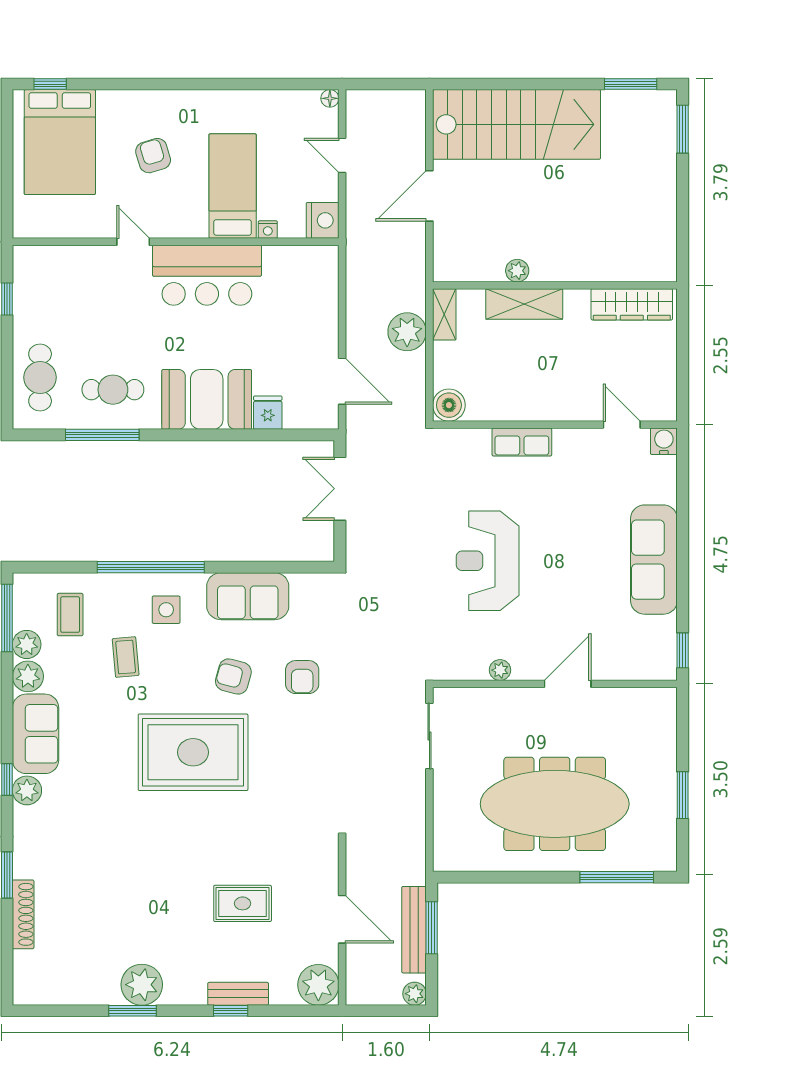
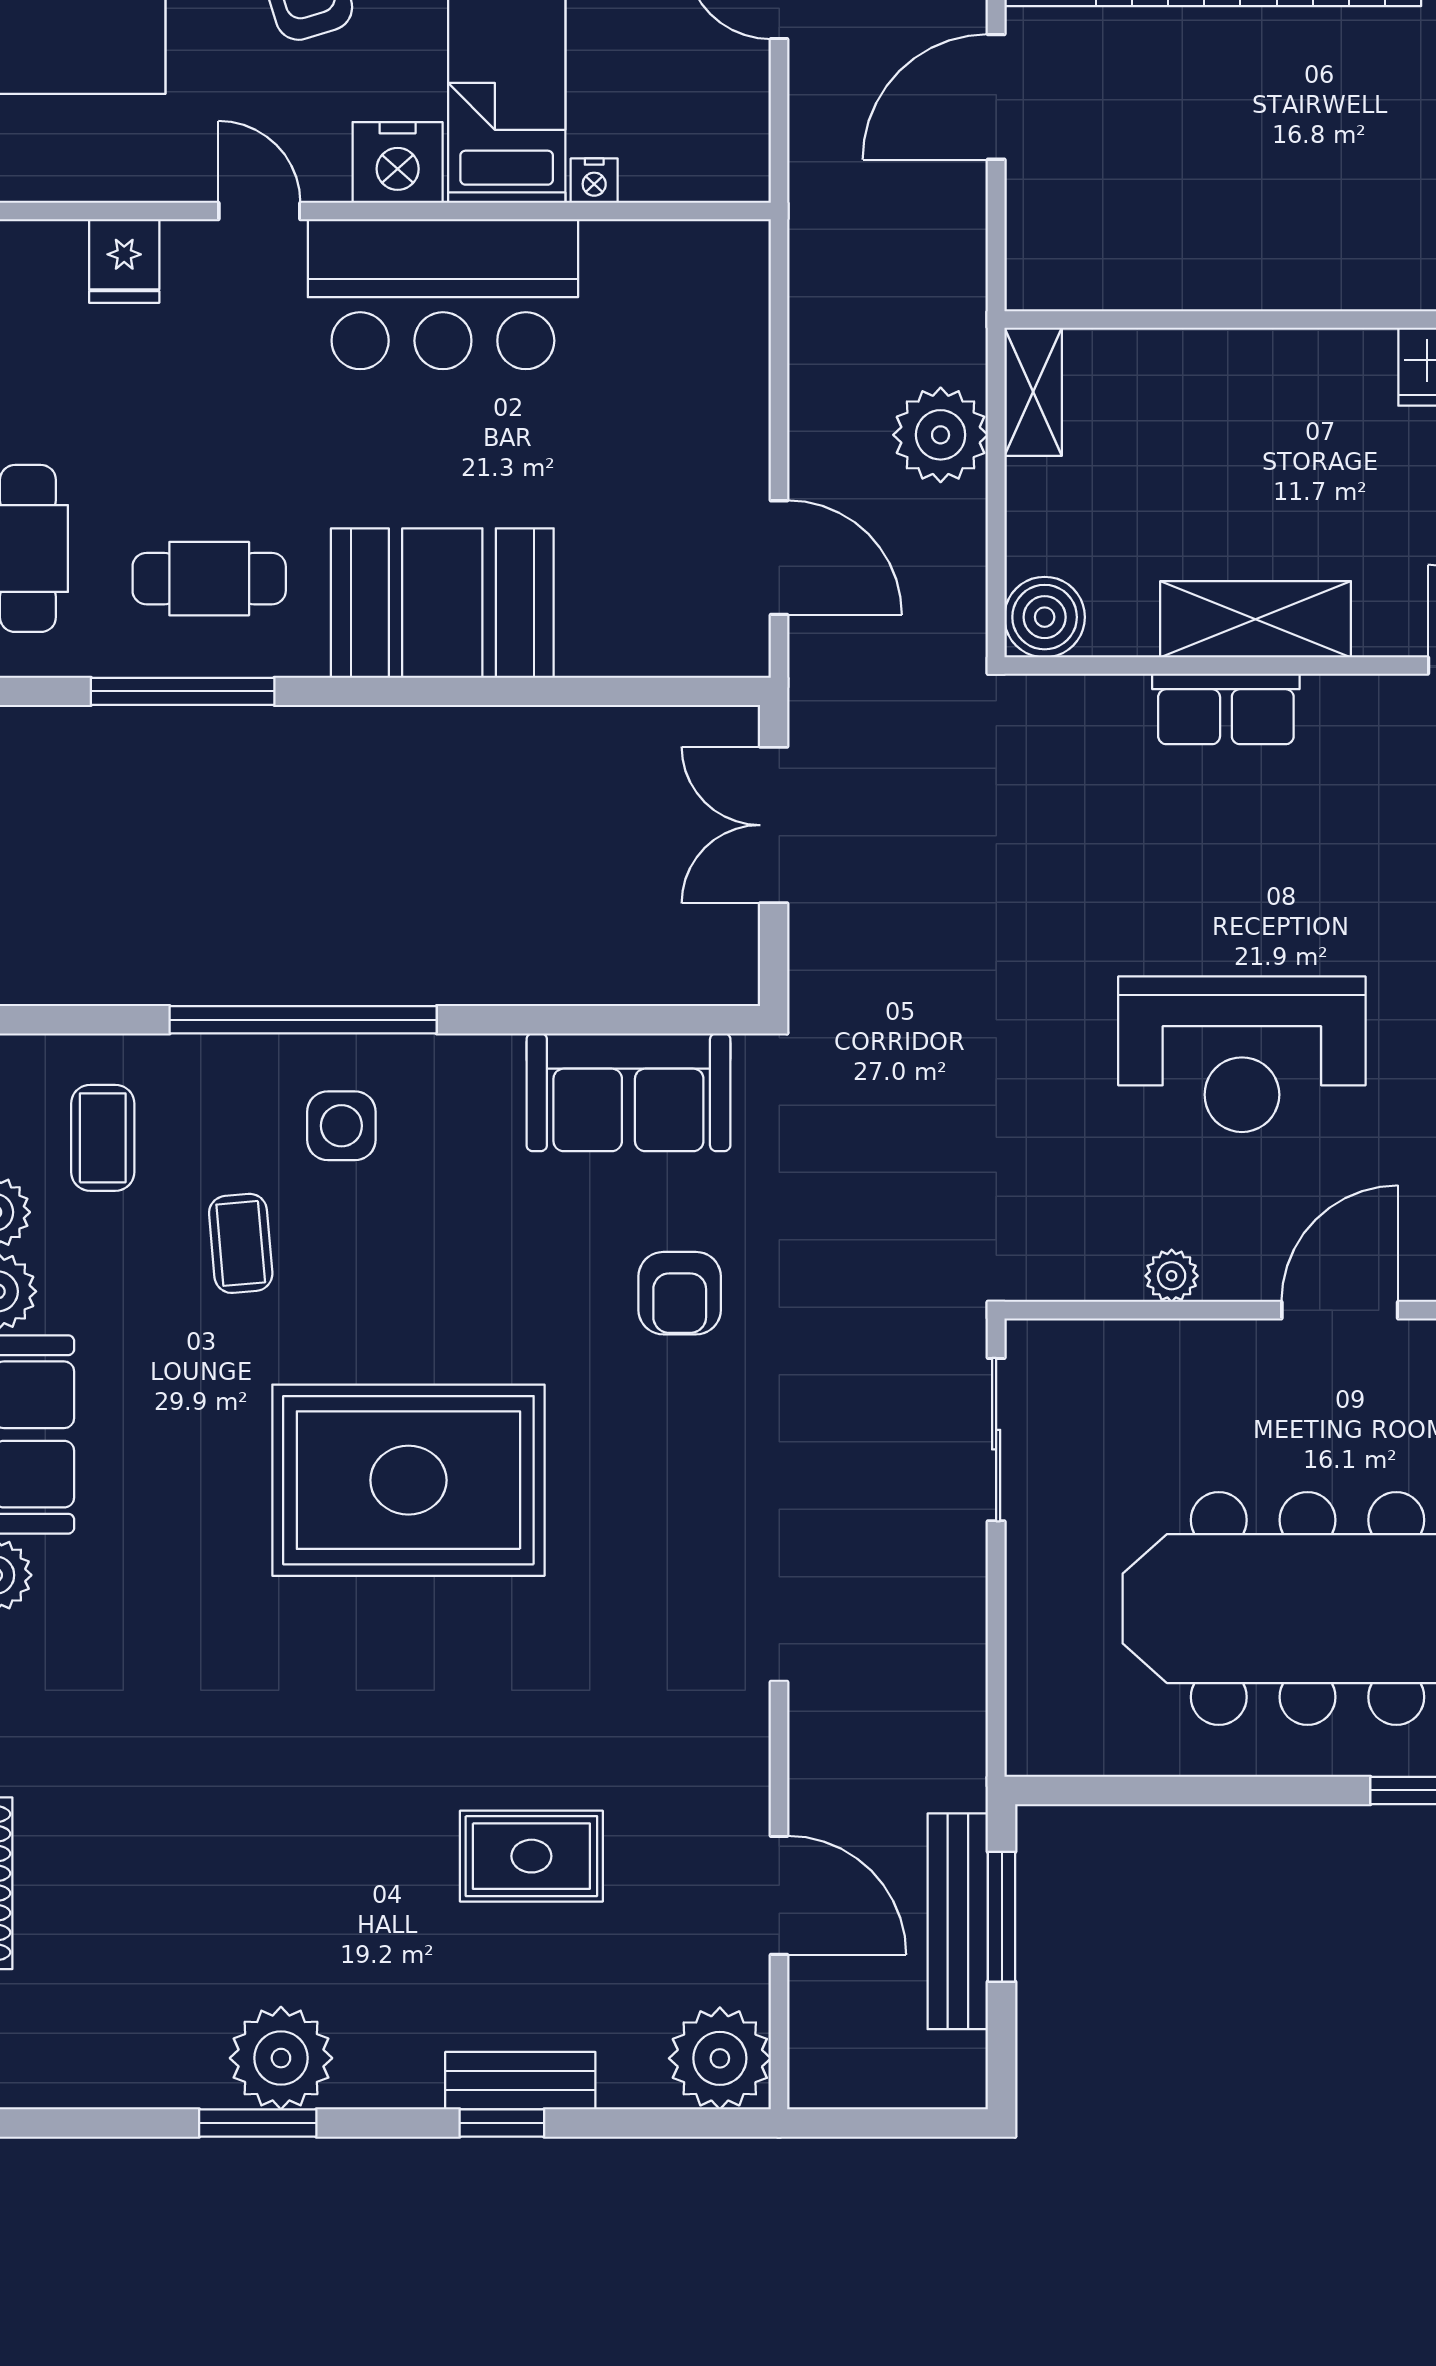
nightstand: (323, 220) -> (398, 162), moved, turned 90
plant: (517, 271) -> (1214, 283), removed
shelving: (524, 304) -> (1256, 619), moved
fridge: (268, 413) -> (124, 261), moved, turned 180
reception desk: (488, 561) -> (1242, 1054), moved, turned -90
sofa: (248, 596) -> (628, 1092), moved
armchair: (233, 676) -> (509, 1292), removed
plant: (415, 994) -> (959, 2080), removed

